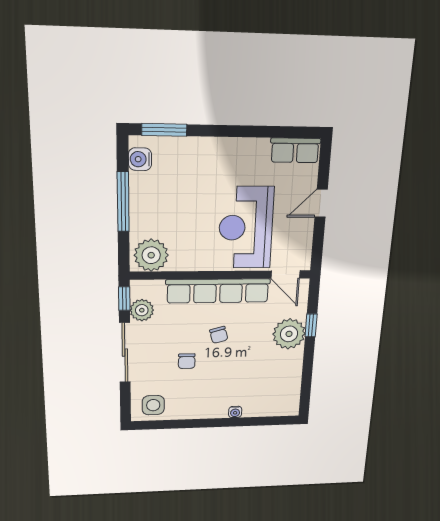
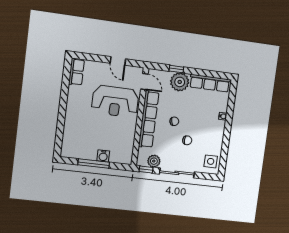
window: (164, 130) -> (59, 139), removed
water cooler: (140, 159) -> (103, 156), moved
door: (321, 203) -> (118, 61), moved
plant: (151, 255) -> (124, 153), removed
door: (285, 275) -> (144, 82), hinge flipped
row of seats: (290, 383) -> (210, 83), added

